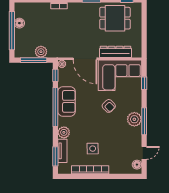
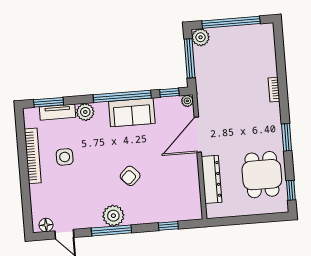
floor lamp: (19, 23) -> (243, 33), removed
plant: (41, 52) -> (201, 37), moved
corner sofa: (120, 75) -> (177, 189), removed

